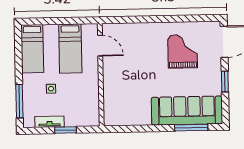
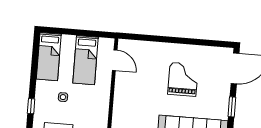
grand piano: (183, 51) -> (183, 79), moved
window: (19, 101) -> (31, 106), width x0.46

